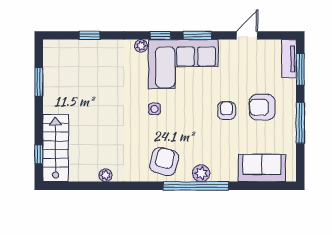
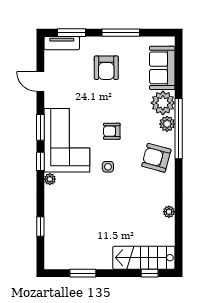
armchair: (227, 111) -> (112, 131), moved
plant: (224, 169) -> (163, 103), added

